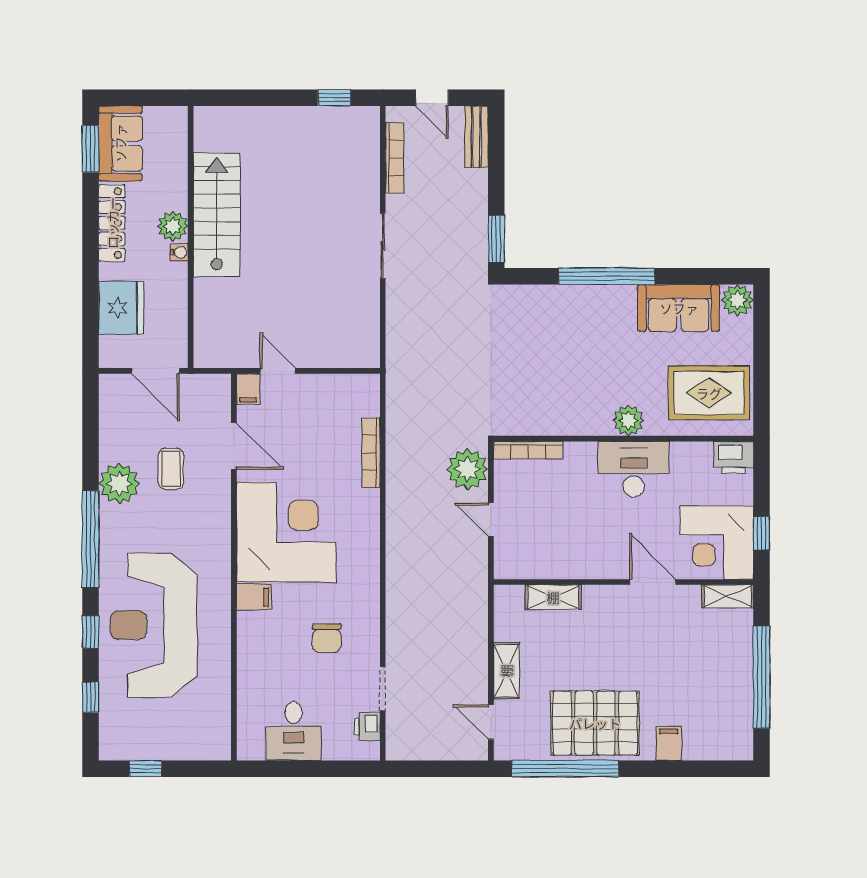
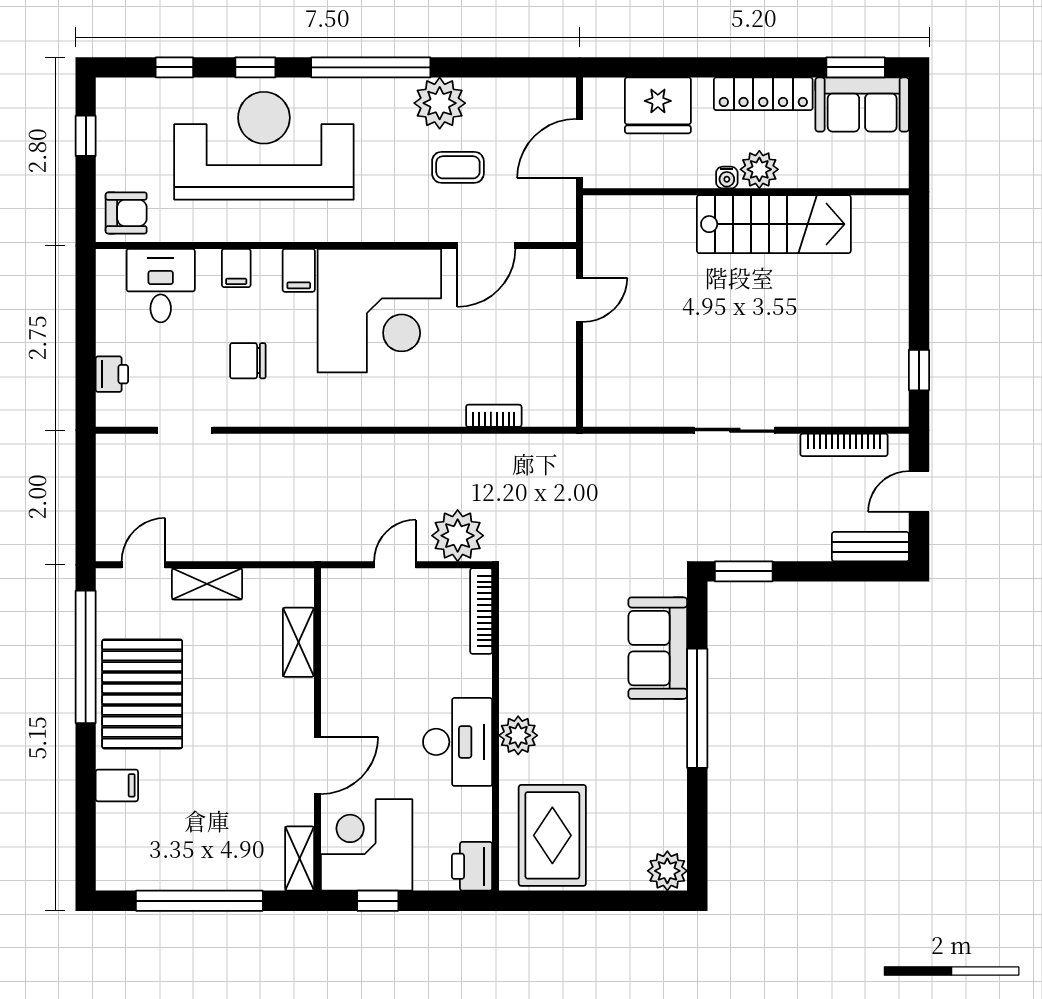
sofa: (679, 308) -> (658, 648), moved
filing cabinet: (248, 389) -> (236, 268), moved, turned -90
bookcase: (371, 453) -> (494, 416), width x0.64
printer: (367, 726) -> (112, 374), moved, turned 90
desk: (294, 731) -> (161, 286), moved, turned 90
armchair: (208, 736) -> (126, 213), added

